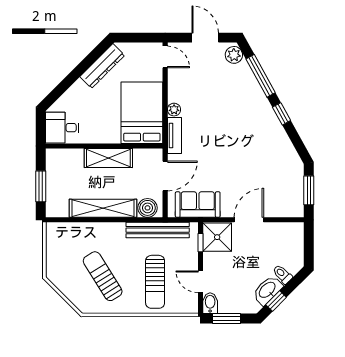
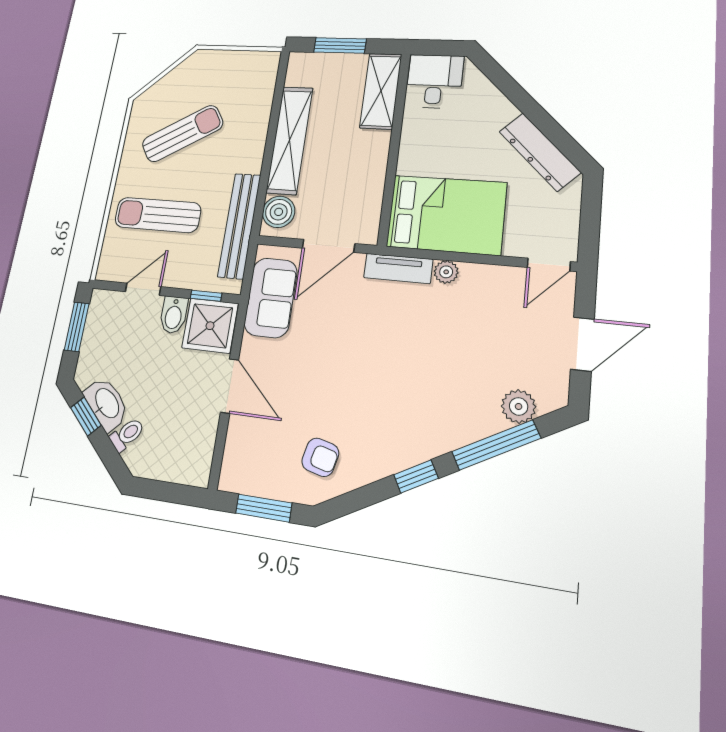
plant: (234, 55) -> (519, 406), moved
shelving: (108, 158) -> (381, 91), moved
armchair: (279, 164) -> (320, 457), added
door: (165, 176) -> (328, 246), hinge flipped
bidet: (210, 303) -> (174, 315), moved, turned 90

